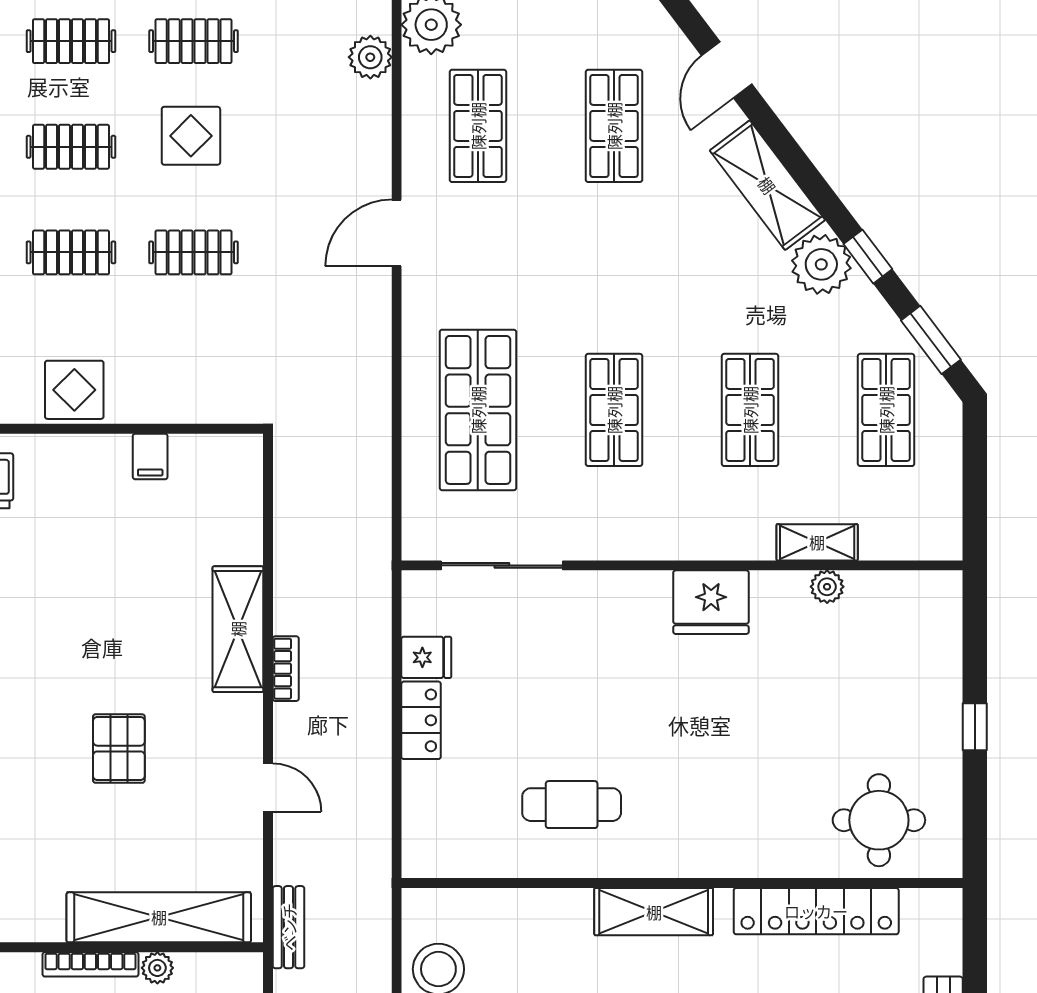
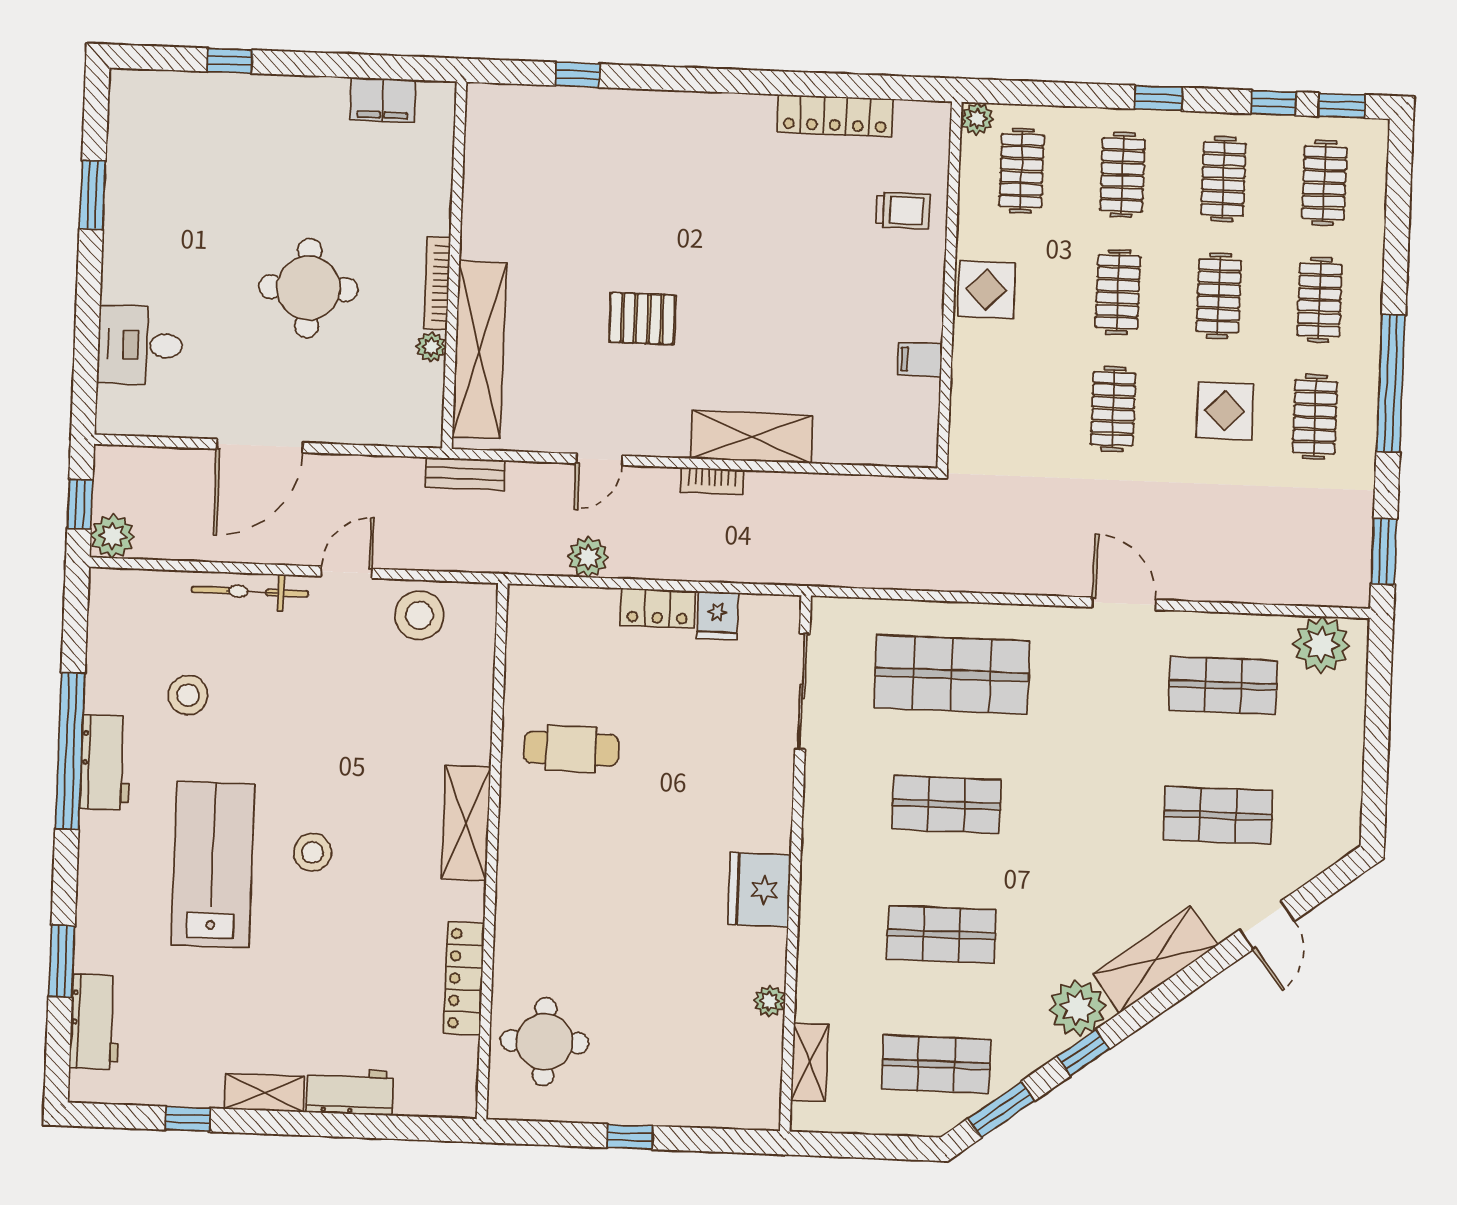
plant: (370, 57) -> (588, 557), moved
door: (727, 70) -> (1267, 925), swing flipped
shelving: (817, 542) -> (810, 1062), moved
cafe table: (572, 805) -> (571, 749), turned 90
locker: (816, 911) -> (464, 978), width x0.71, depth x0.83

